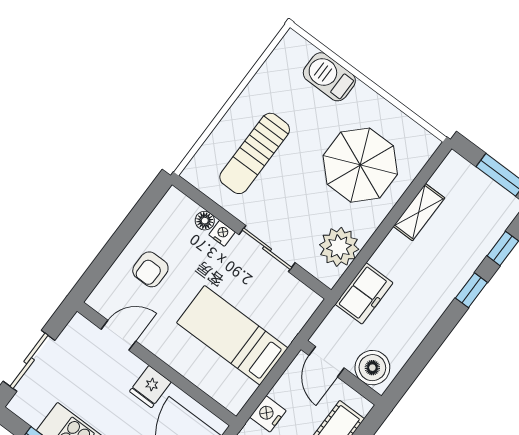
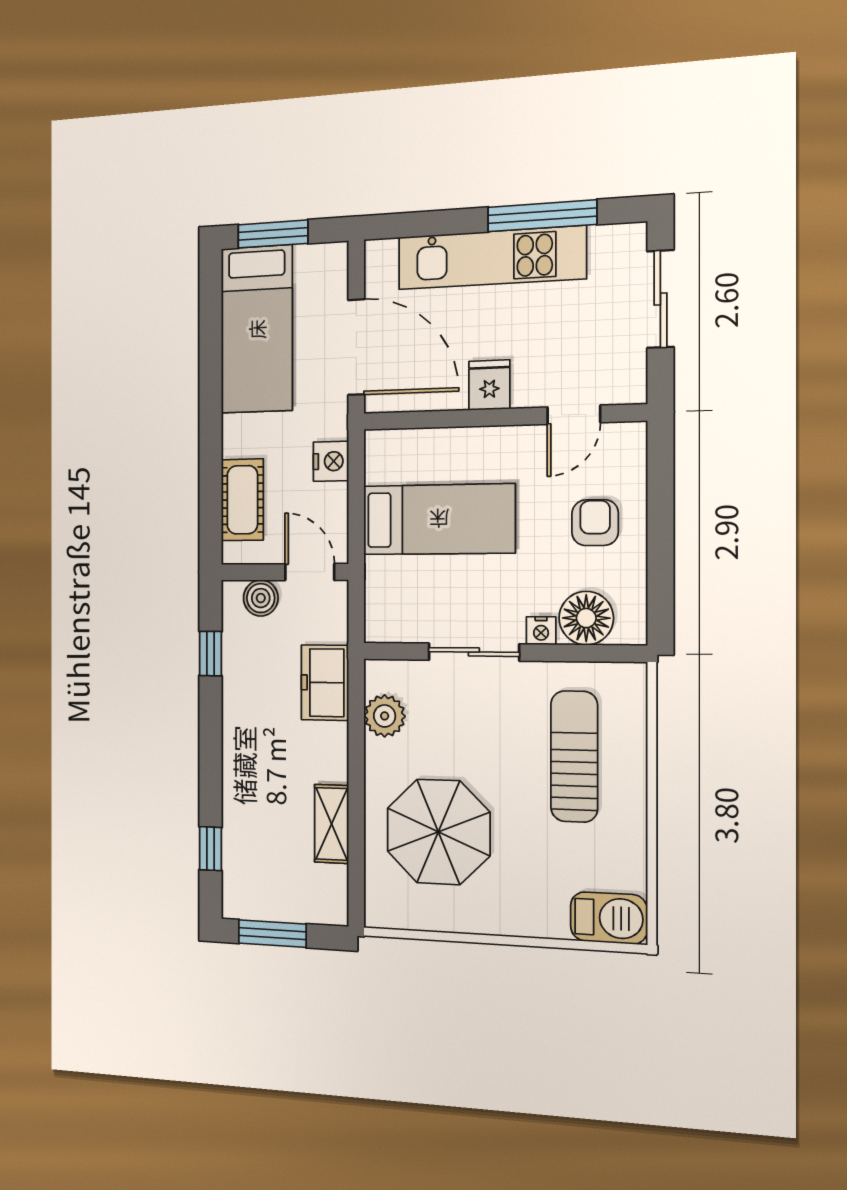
barbecue: (329, 77) -> (609, 918), moved
floor lamp: (205, 221) -> (586, 618), width x1.89, depth x1.89
plant: (339, 247) -> (385, 716), width x0.73, depth x0.73
window: (471, 290) -> (211, 654), moved
boiler: (372, 368) -> (261, 598), width x0.73, depth x0.73

